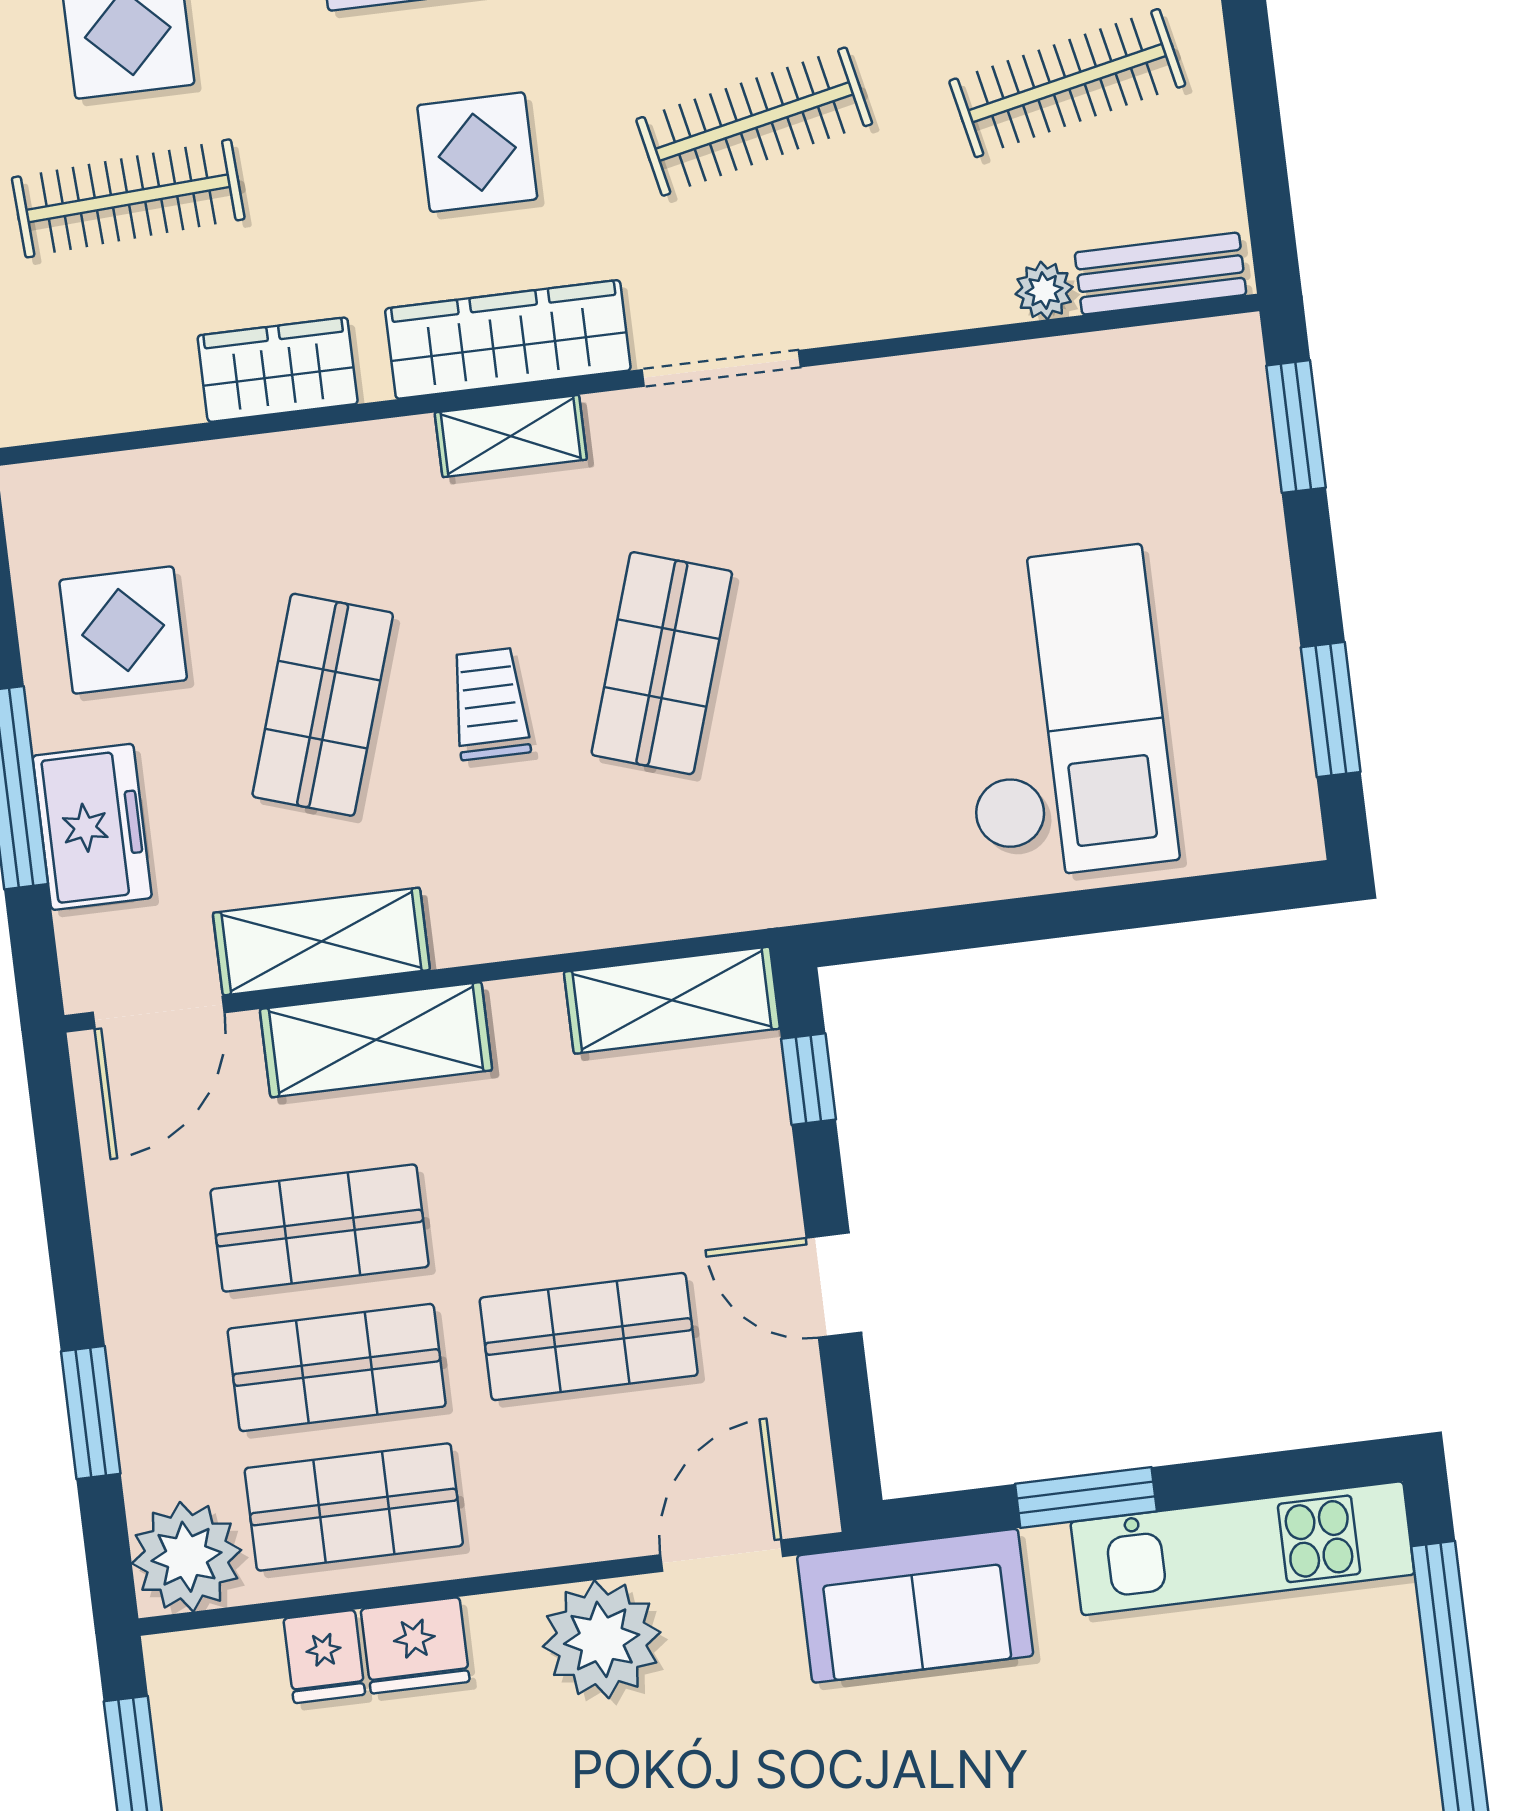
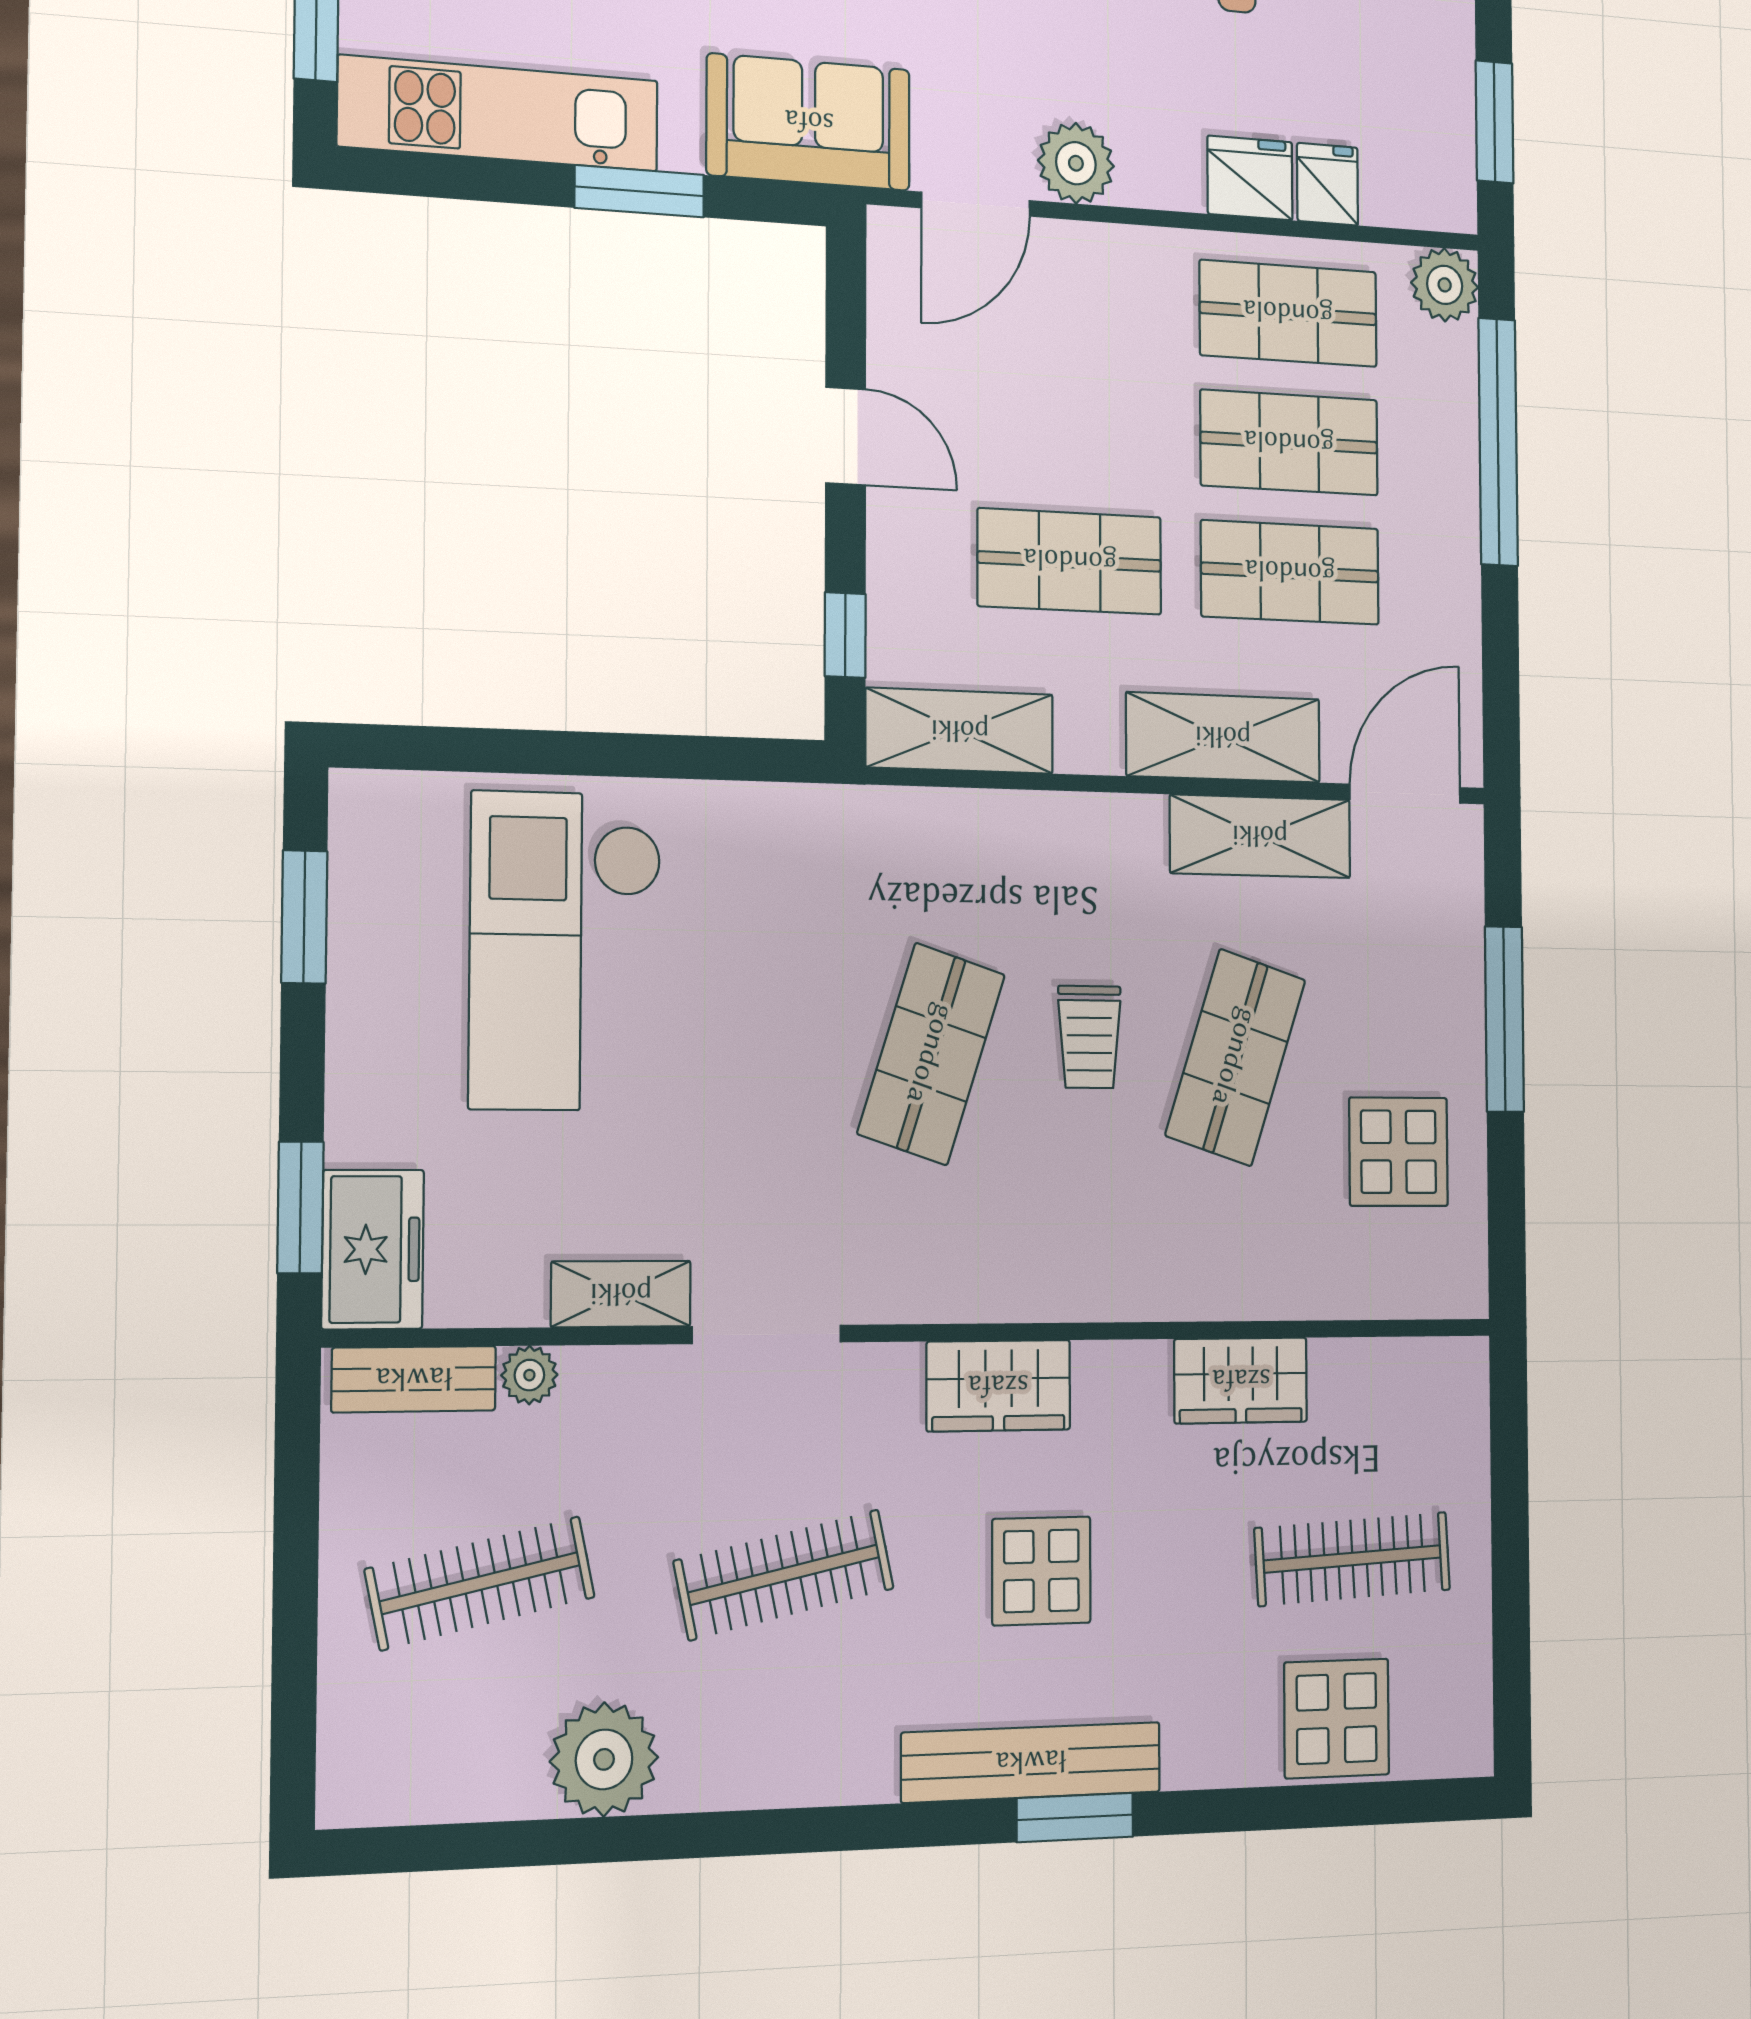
wardrobe: (508, 339) -> (998, 1386), width x0.67
doorway: (721, 368) -> (767, 1334), moved
shelving: (511, 436) -> (621, 1294), moved
freezer: (92, 827) -> (373, 1249), moved, turned 180
shop shelf: (589, 1337) -> (1070, 561), moved
window: (91, 1412) -> (1498, 442), width x2.11
plant: (187, 1557) -> (1445, 285), width x0.73, depth x0.73
plant: (602, 1639) -> (1076, 163), width x0.73, depth x0.73

